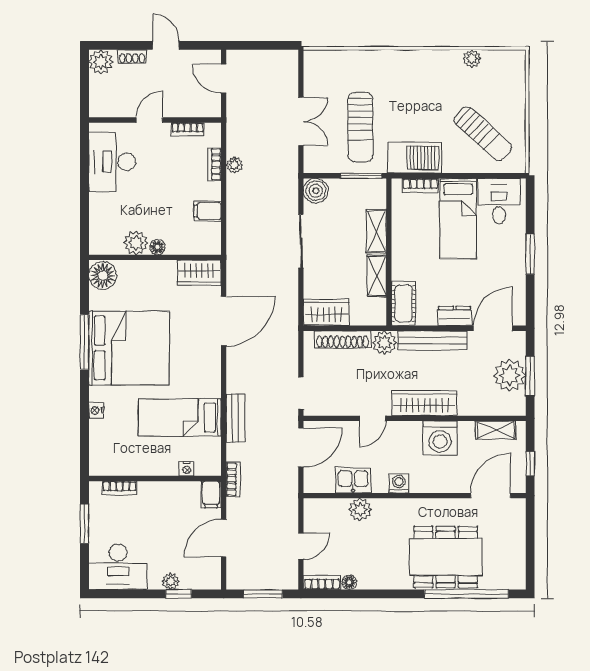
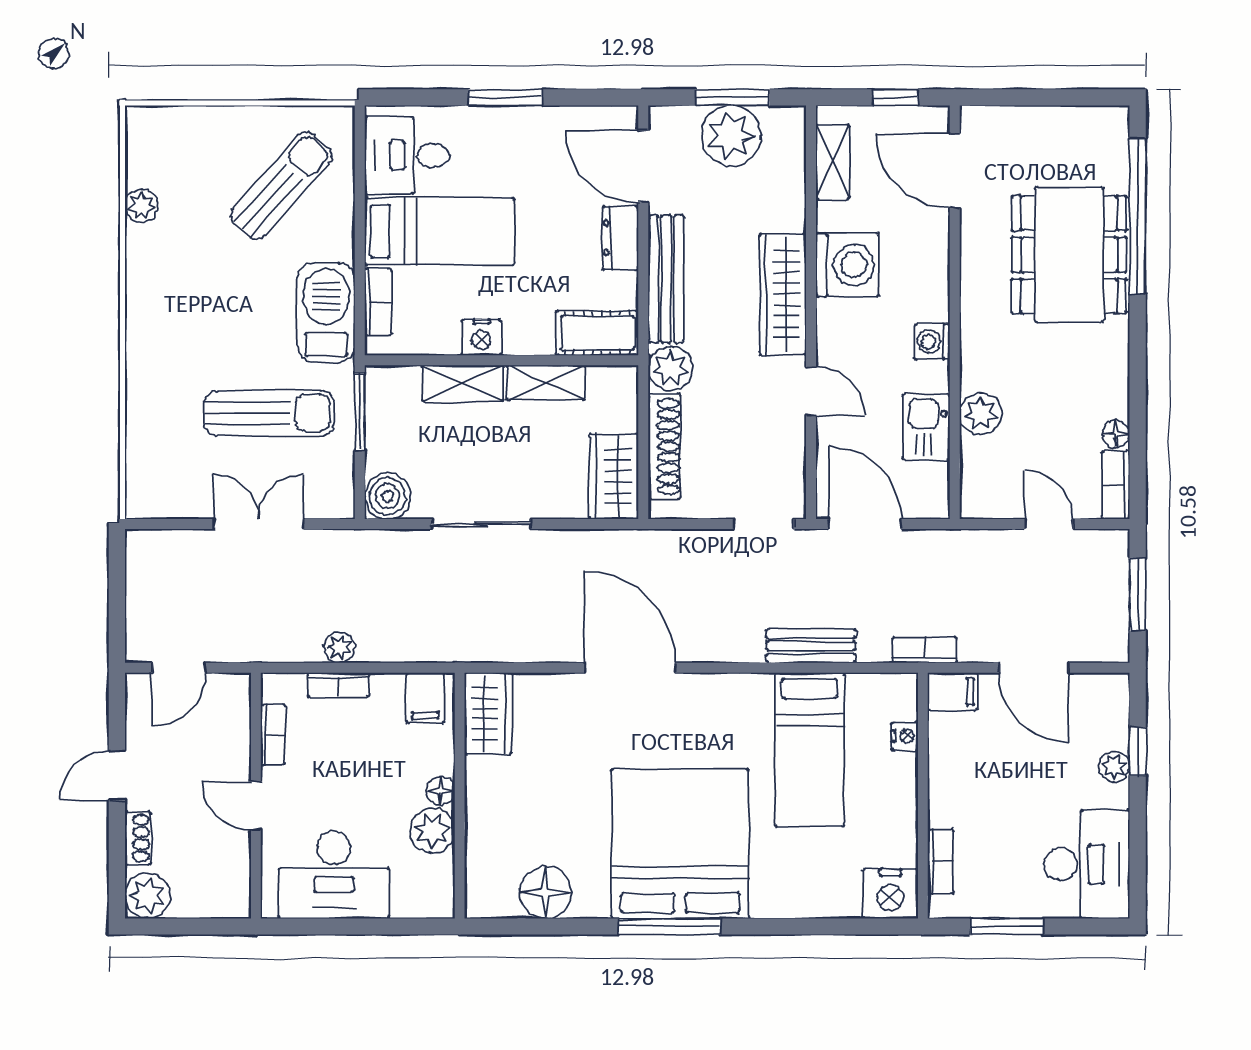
nightstand: (401, 241) -> (481, 337), added
plant: (136, 243) -> (432, 831), moved
floor lamp: (157, 247) -> (441, 791), moved
wall: (155, 257) -> (460, 796), moved
wardrobe: (199, 273) -> (488, 713), moved
nightstand: (96, 410) -> (890, 894), moved, width x1.89, depth x1.79

